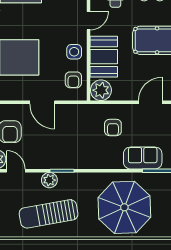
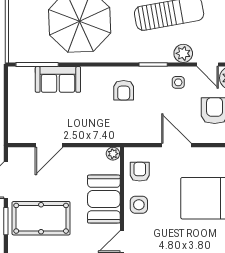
plant: (101, 90) -> (113, 154), width x0.53, depth x0.53
armchair: (113, 127) -> (124, 90), moved, turned 180
side table: (41, 156) -> (178, 82), added
plant: (49, 180) -> (183, 53), moved

